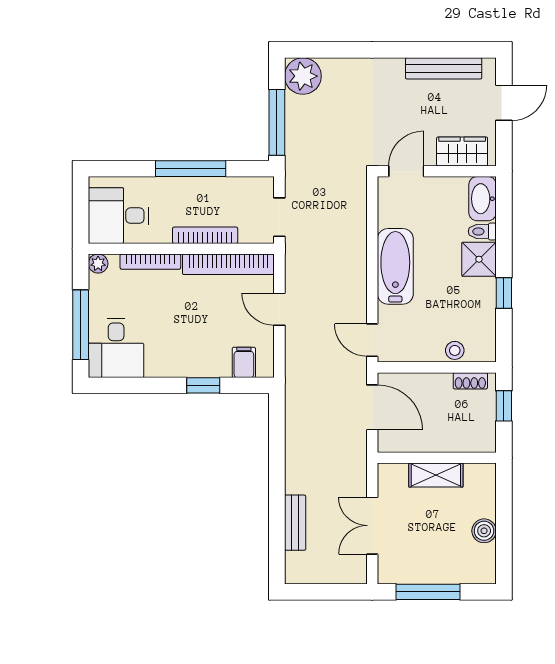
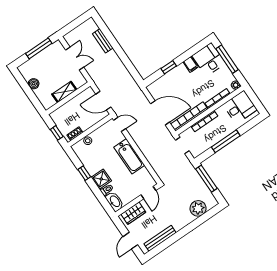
plant: (303, 76) -> (198, 208), moved
door: (279, 309) -> (160, 113), width x1.88
filing cabinet: (244, 362) -> (191, 64), moved

